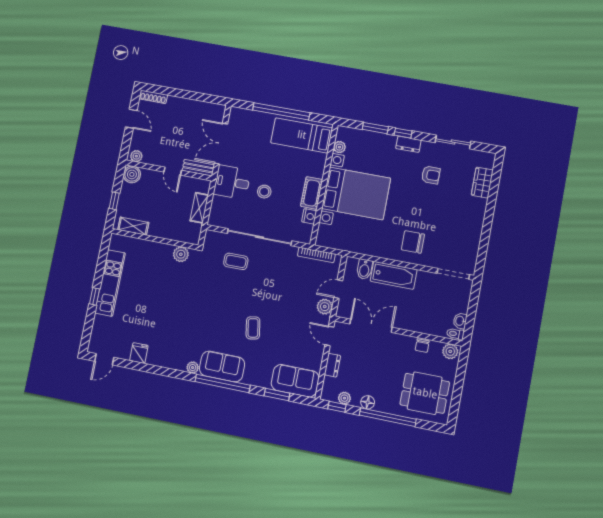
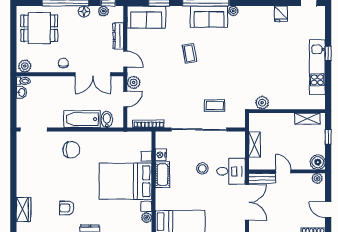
chair: (422, 346) -> (63, 63), moved
dresser: (332, 365) -> (118, 36), width x1.44

